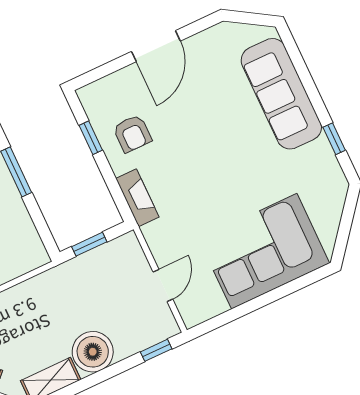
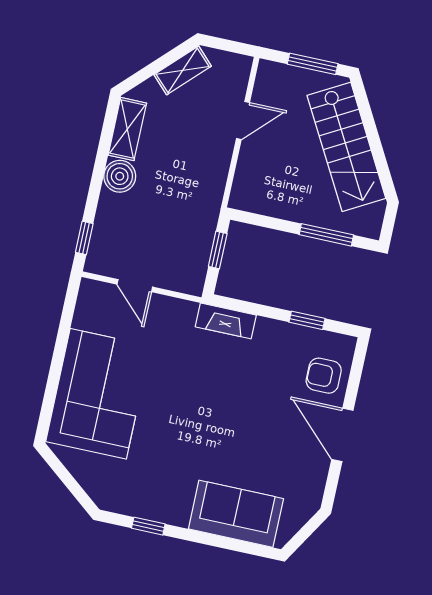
sofa: (281, 94) -> (236, 514), width x0.73
armchair: (132, 134) -> (324, 376), moved
boiler: (93, 352) -> (120, 176), width x0.73, depth x0.73

